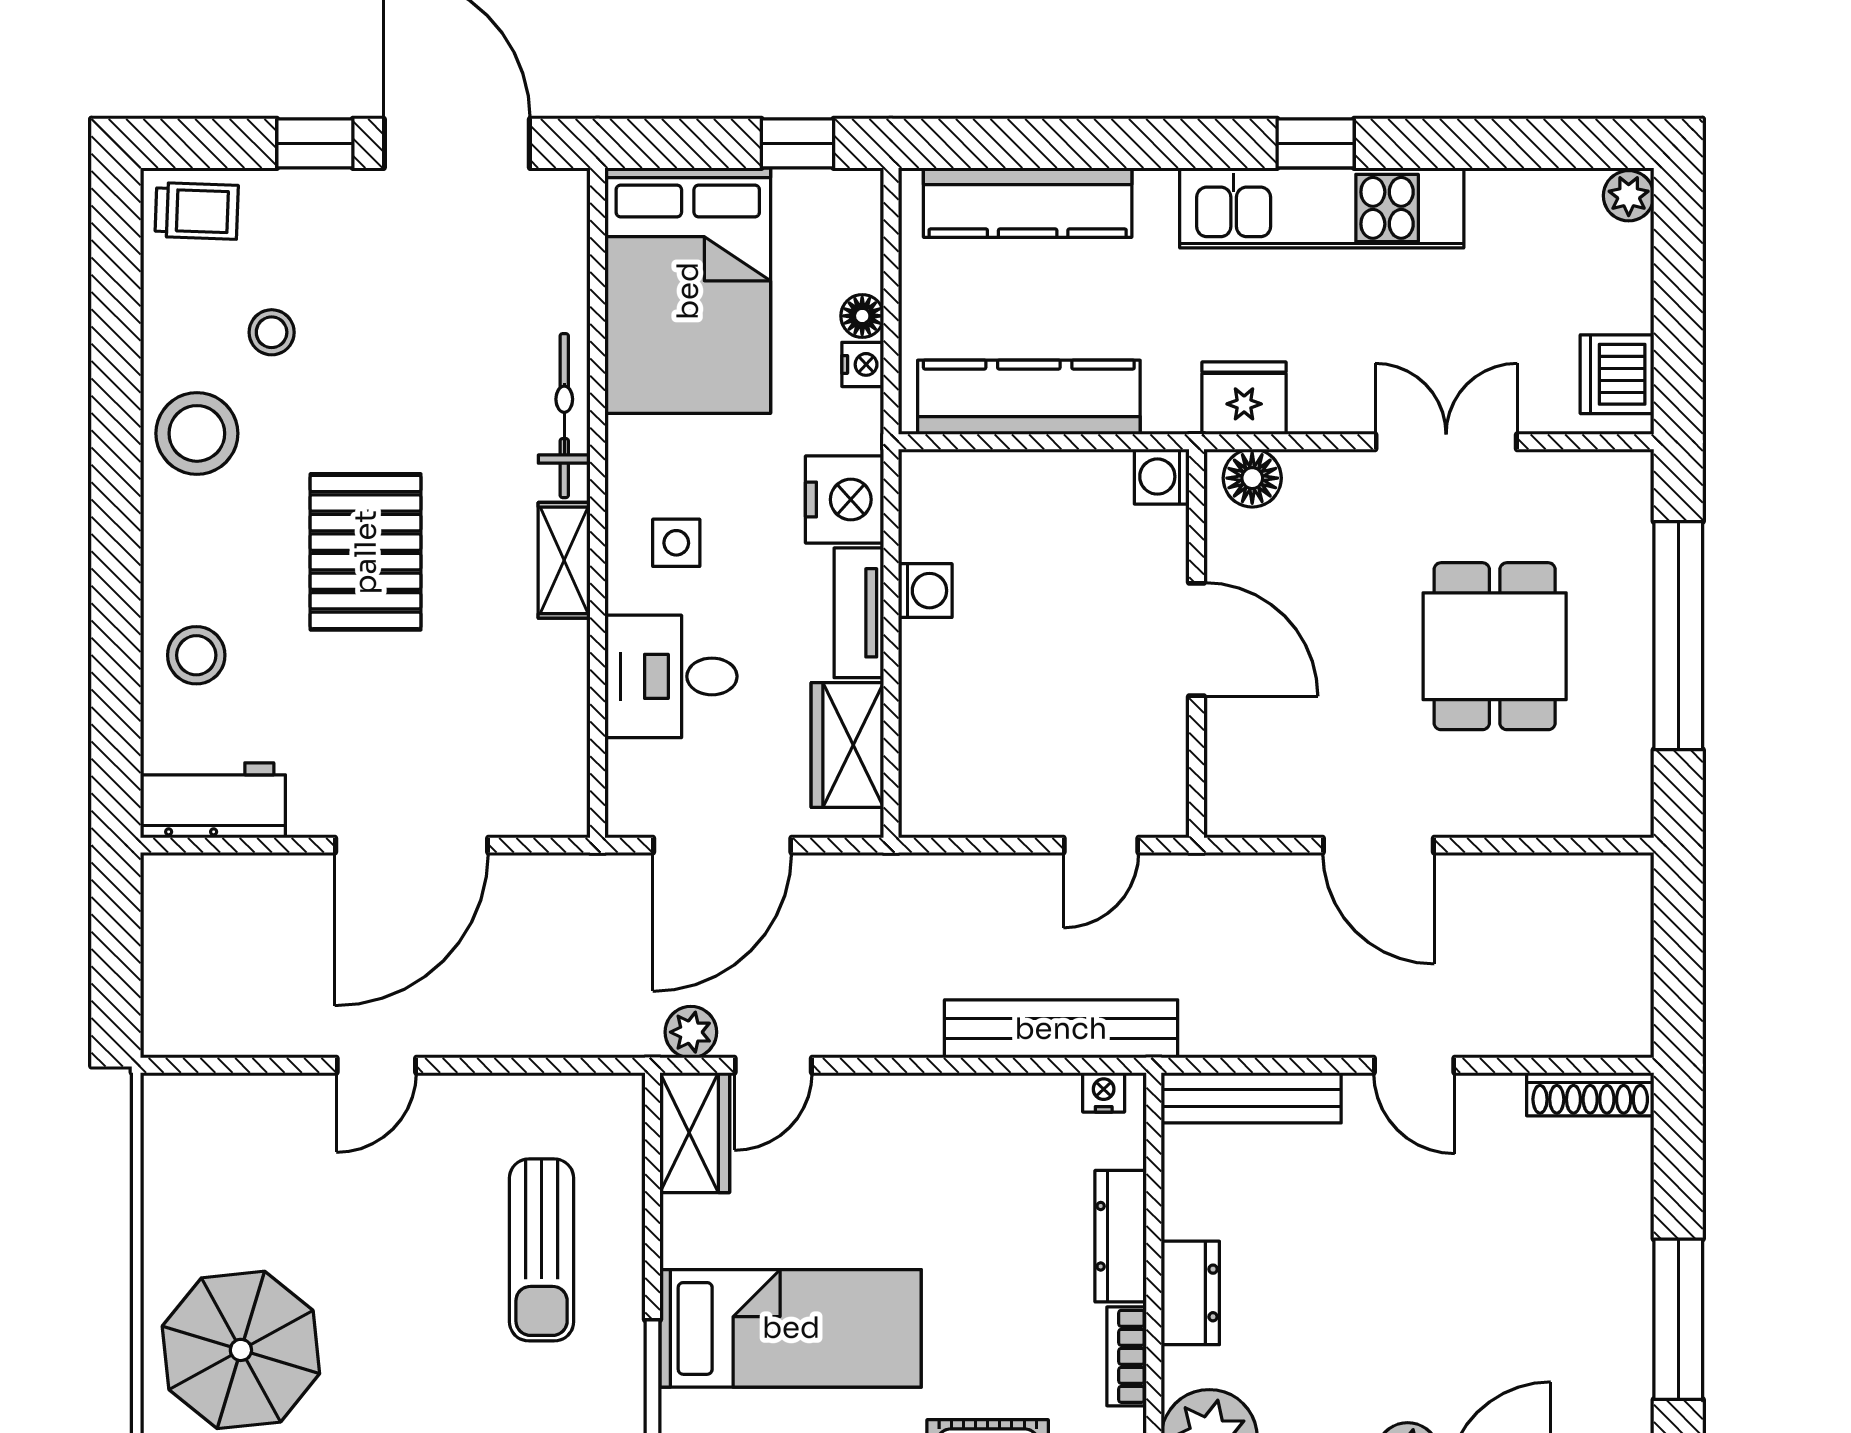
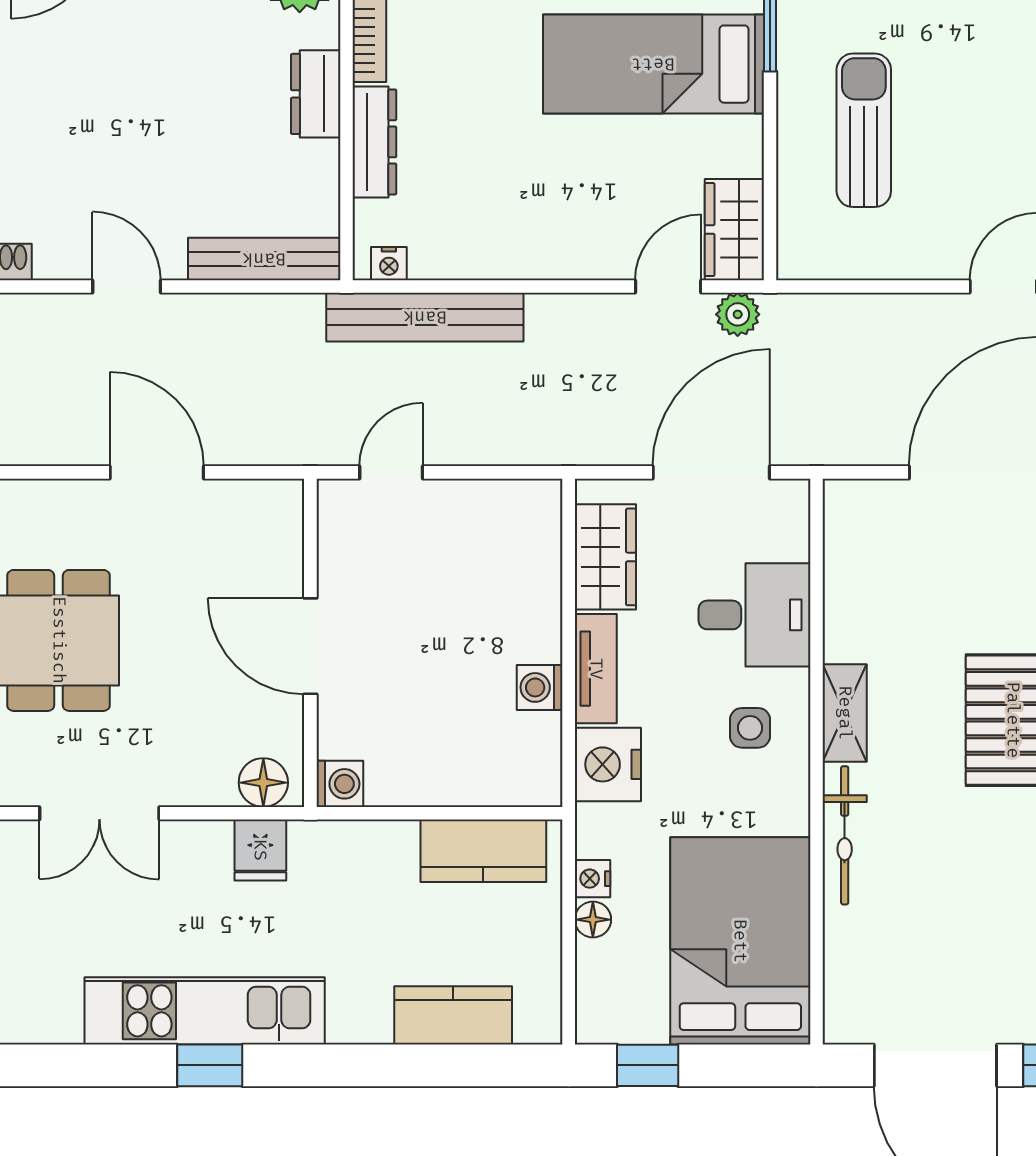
kitchen counter: (1028, 203) -> (453, 1015), width x0.67
kitchen counter: (1029, 397) -> (483, 851), width x0.67
fridge: (1244, 398) -> (260, 850), width x0.72

